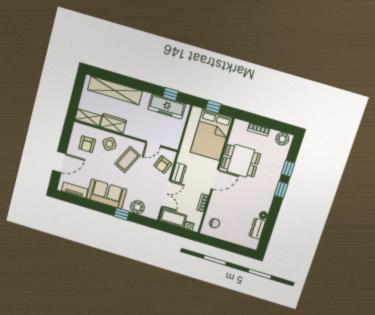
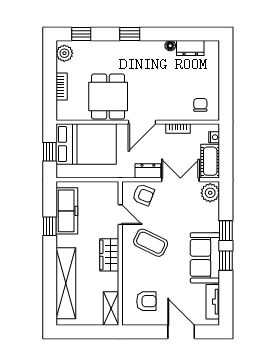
window: (171, 94) -> (50, 226), moved
wardrobe: (113, 124) -> (109, 255), moved
side table: (109, 144) -> (137, 272), removed
window: (288, 169) -> (81, 34), moved
door: (215, 179) -> (142, 122), swing flipped
plant: (137, 207) -> (210, 193), moved
window: (101, 208) -> (226, 261), added

